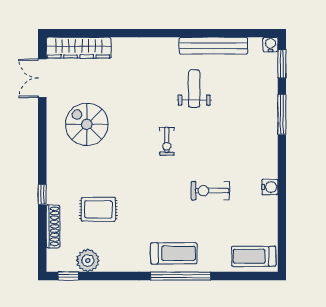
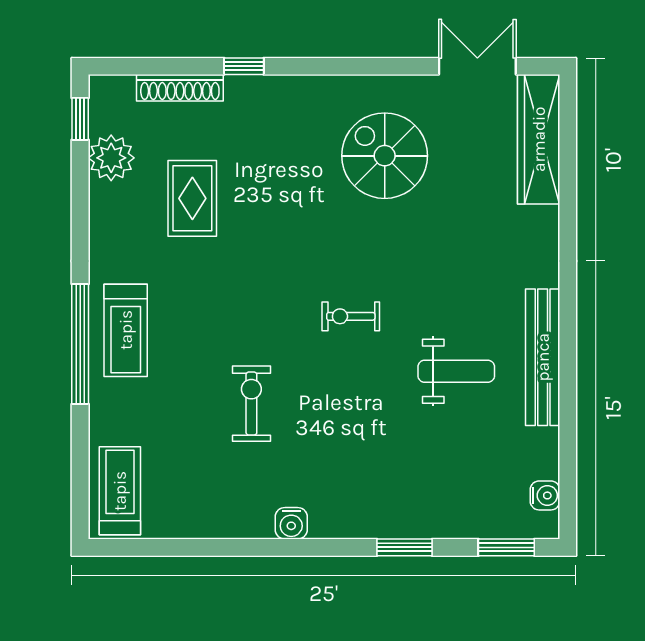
water cooler: (271, 44) -> (545, 495), moved
bench: (213, 46) -> (543, 357), moved
window: (282, 114) -> (404, 547), width x0.69
spiral stairs: (87, 124) -> (385, 156), turned -90
water cooler: (270, 187) -> (291, 523), moved
rug: (98, 209) -> (192, 198), moved

